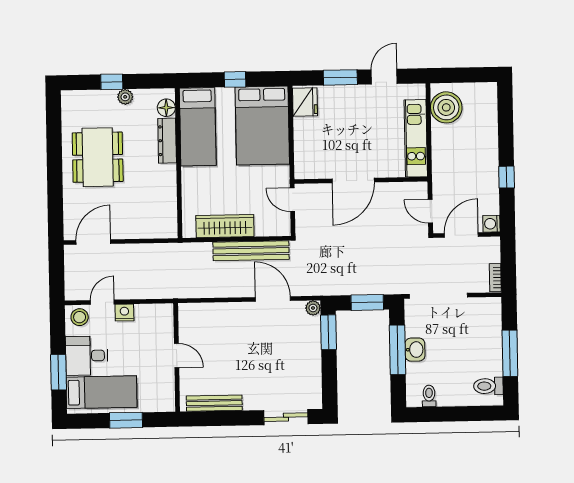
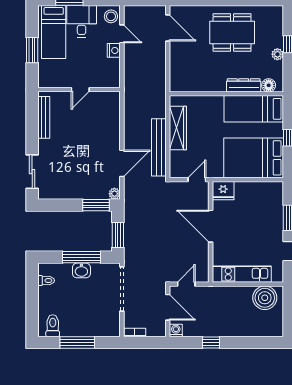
fridge: (305, 102) -> (223, 191), moved

